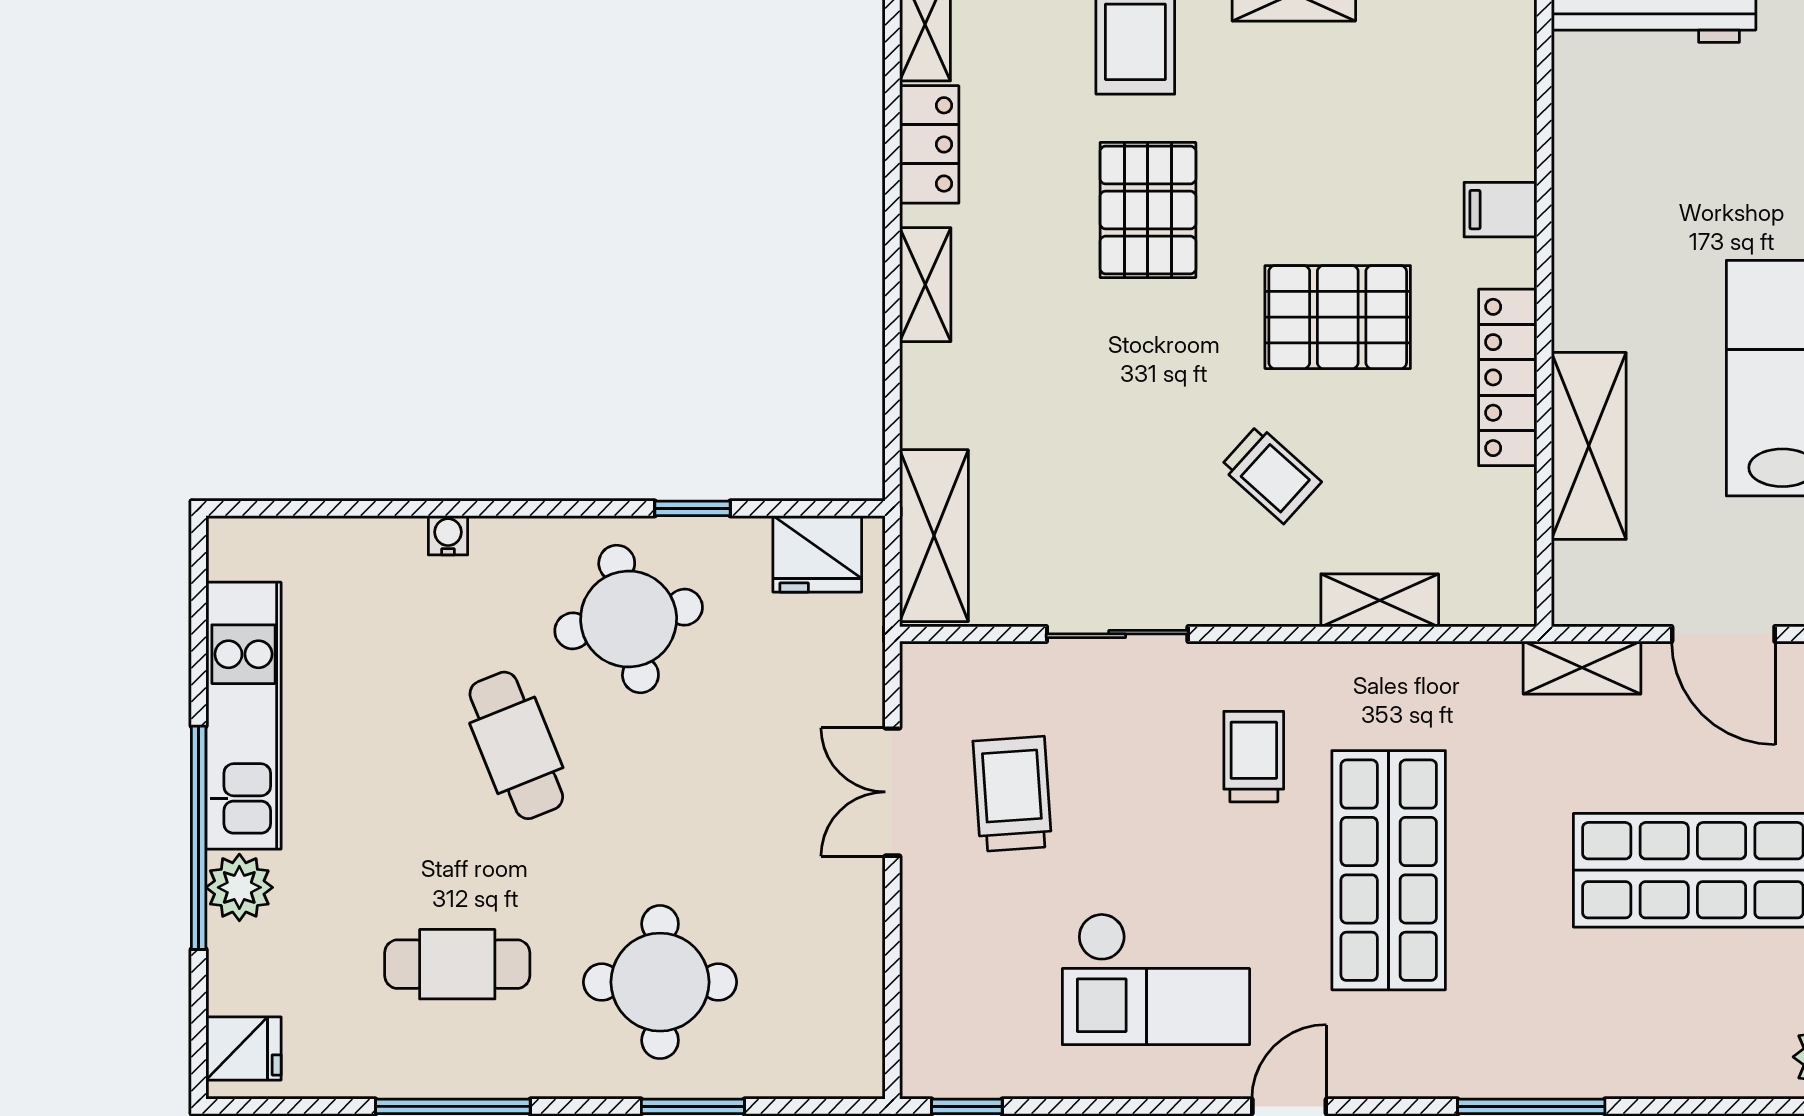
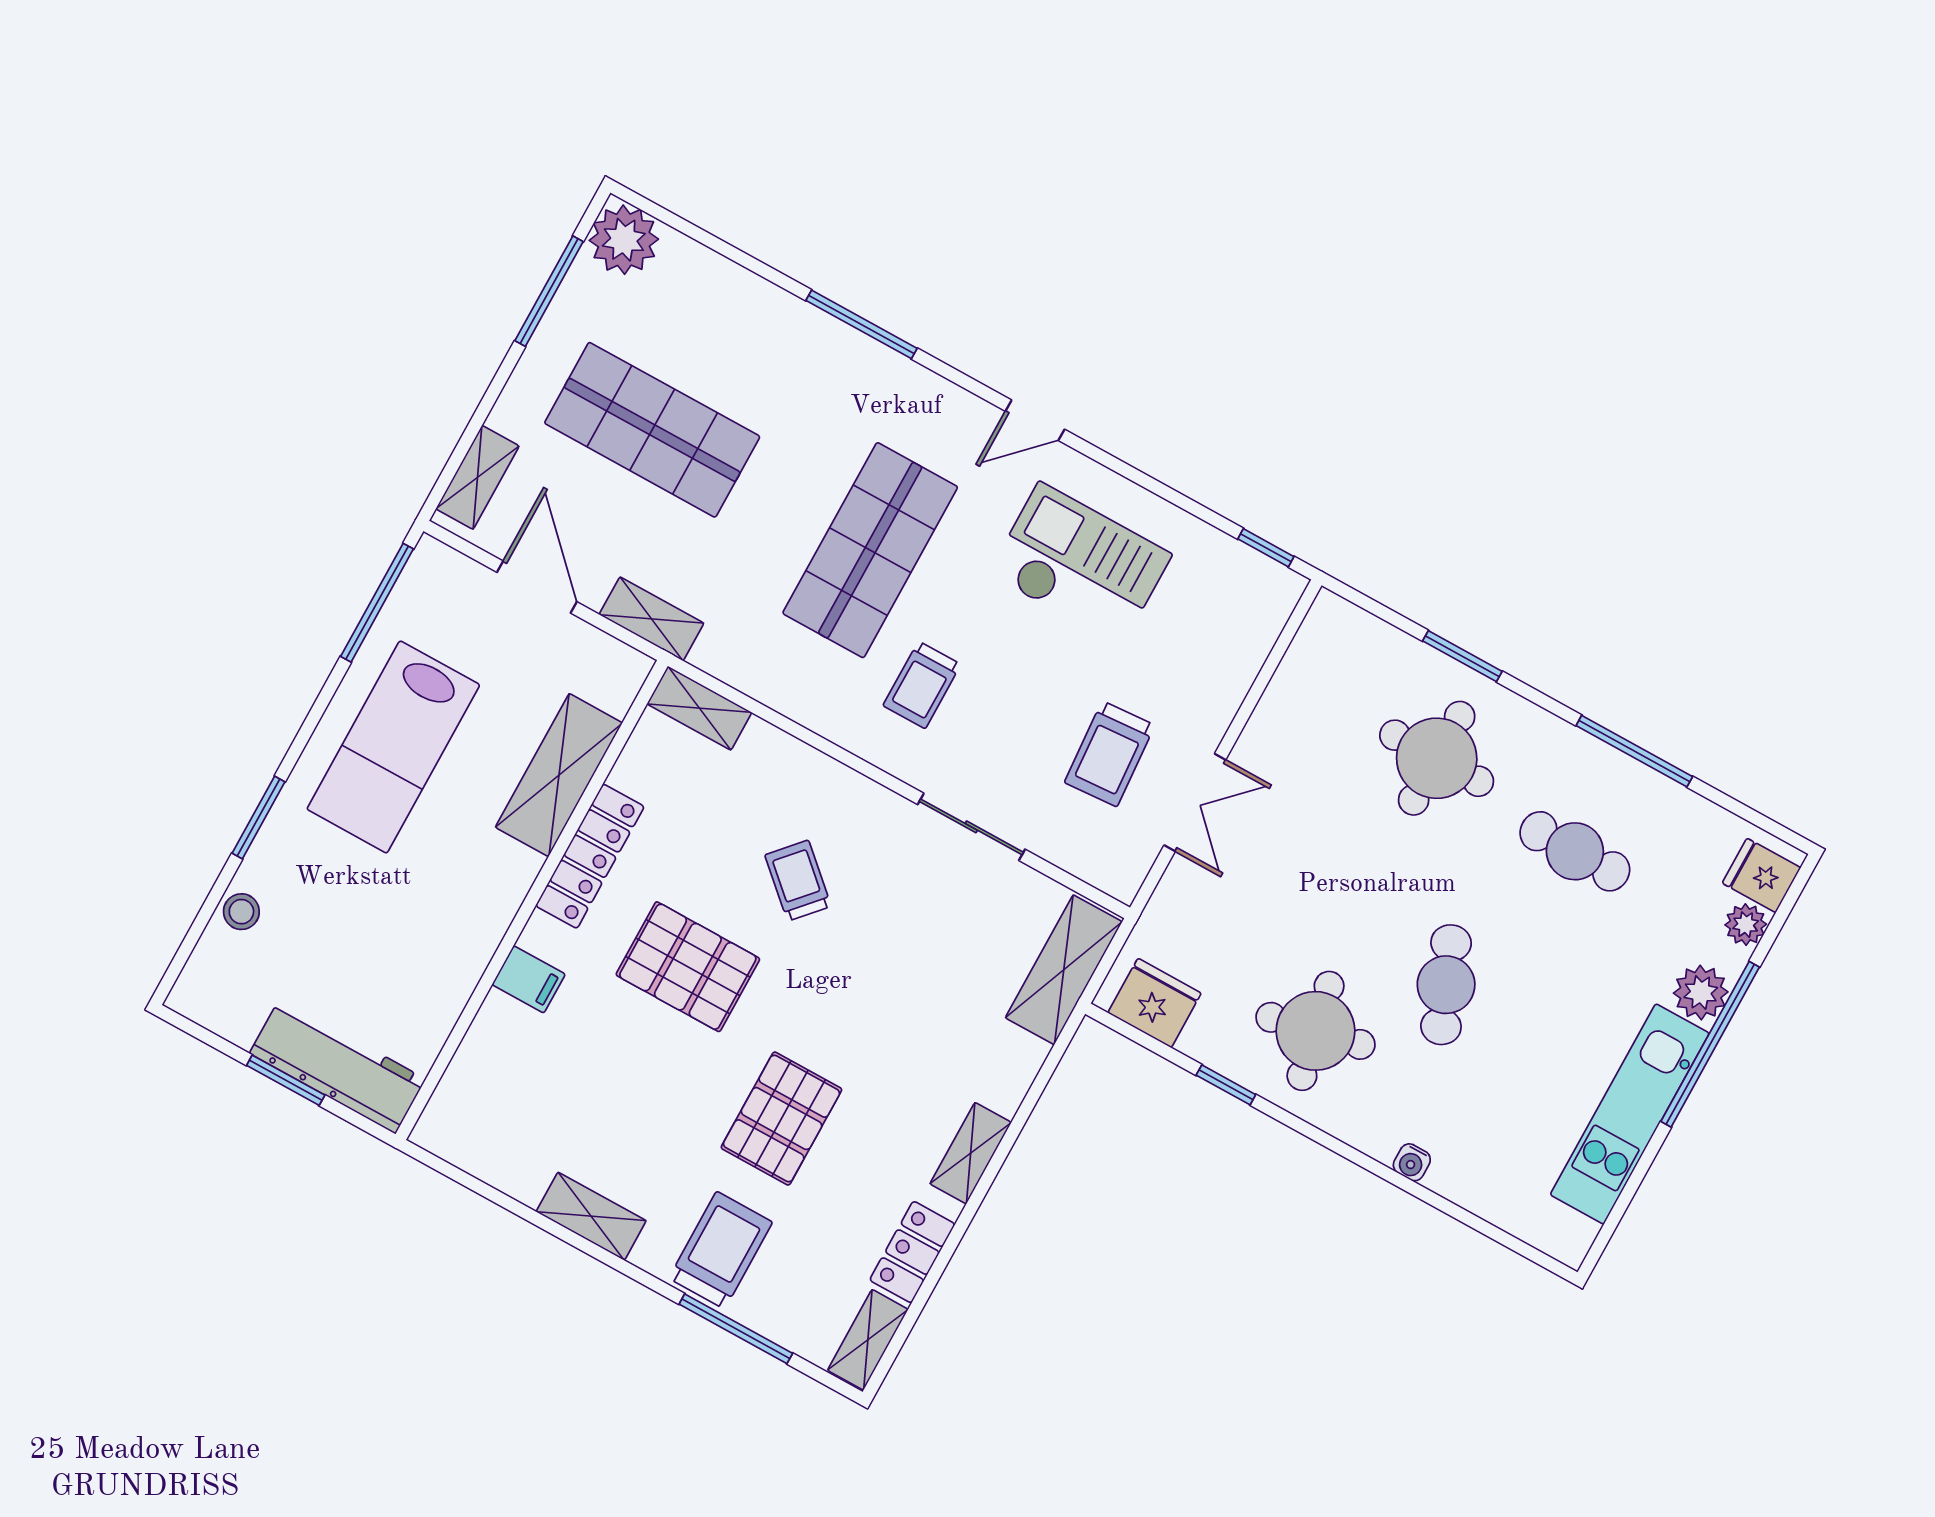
shelving: (1380, 600) -> (699, 708), moved
plant: (231, 987) -> (1746, 925), added

